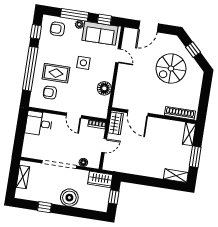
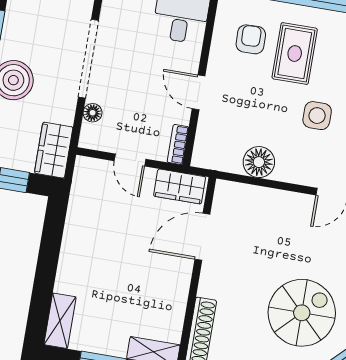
spiral stairs: (171, 69) -> (302, 313), turned 90
door: (74, 115) -> (198, 92), hinge flipped

